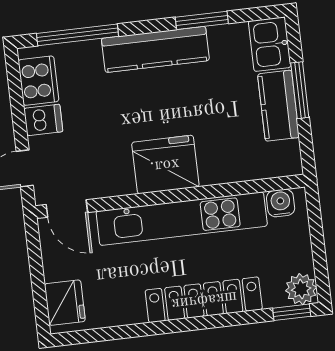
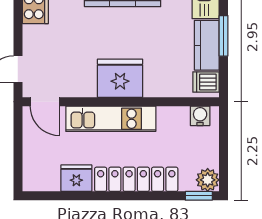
dishwasher: (43, 120) -> (206, 82), moved, turned 180
kitchen unit: (182, 219) -> (111, 119), width x0.73
fridge: (65, 303) -> (76, 178), moved, turned -90

